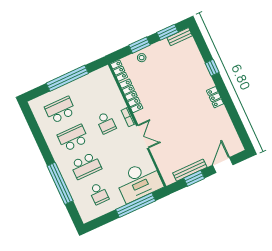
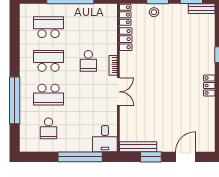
locker: (131, 96) -> (126, 39), width x0.66
bench: (190, 170) -> (138, 147), moved
desk: (139, 181) -> (105, 139), width x0.53, depth x0.77

